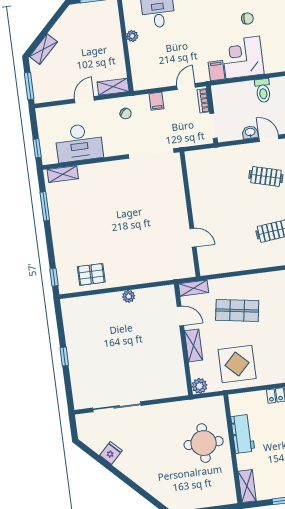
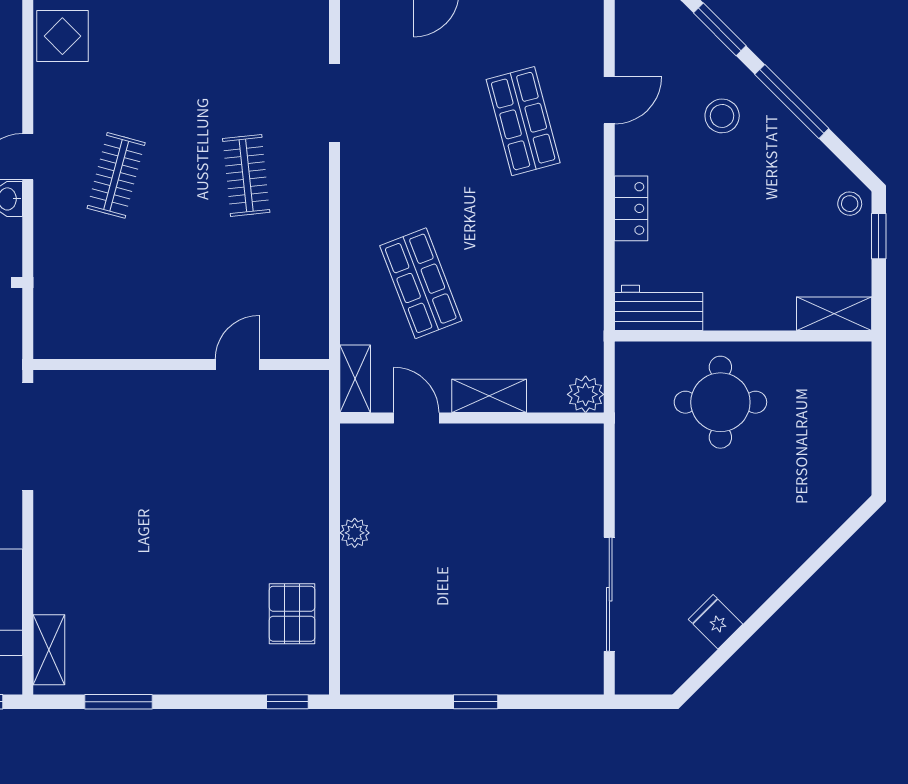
shop shelf: (237, 310) -> (421, 283), turned -30
door: (180, 316) -> (416, 418), hinge flipped
display table: (237, 364) -> (546, 300), removed
workbench: (243, 434) -> (659, 308), moved

